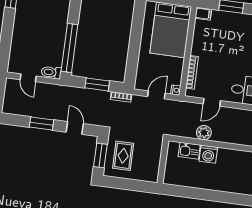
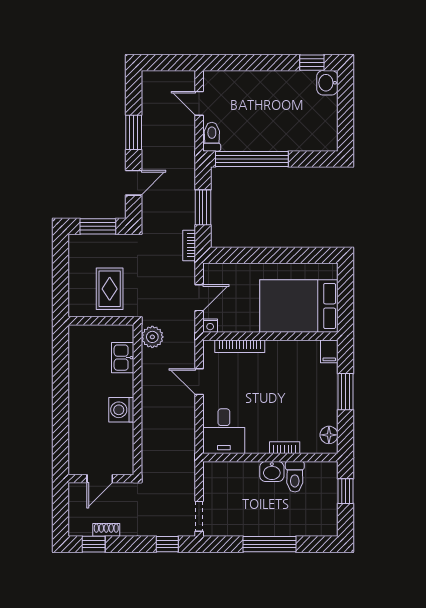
door: (28, 78) -> (199, 103), hinge flipped
door: (156, 95) -> (199, 298), hinge flipped
plant: (204, 133) -> (152, 337), moved
washing machine: (208, 154) -> (121, 410), moved
rug: (123, 156) -> (110, 289), moved, turned 90

